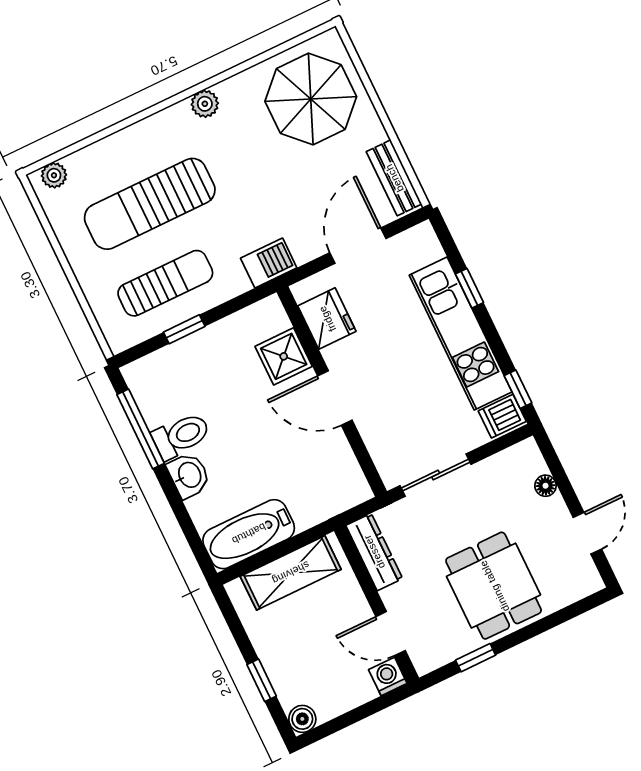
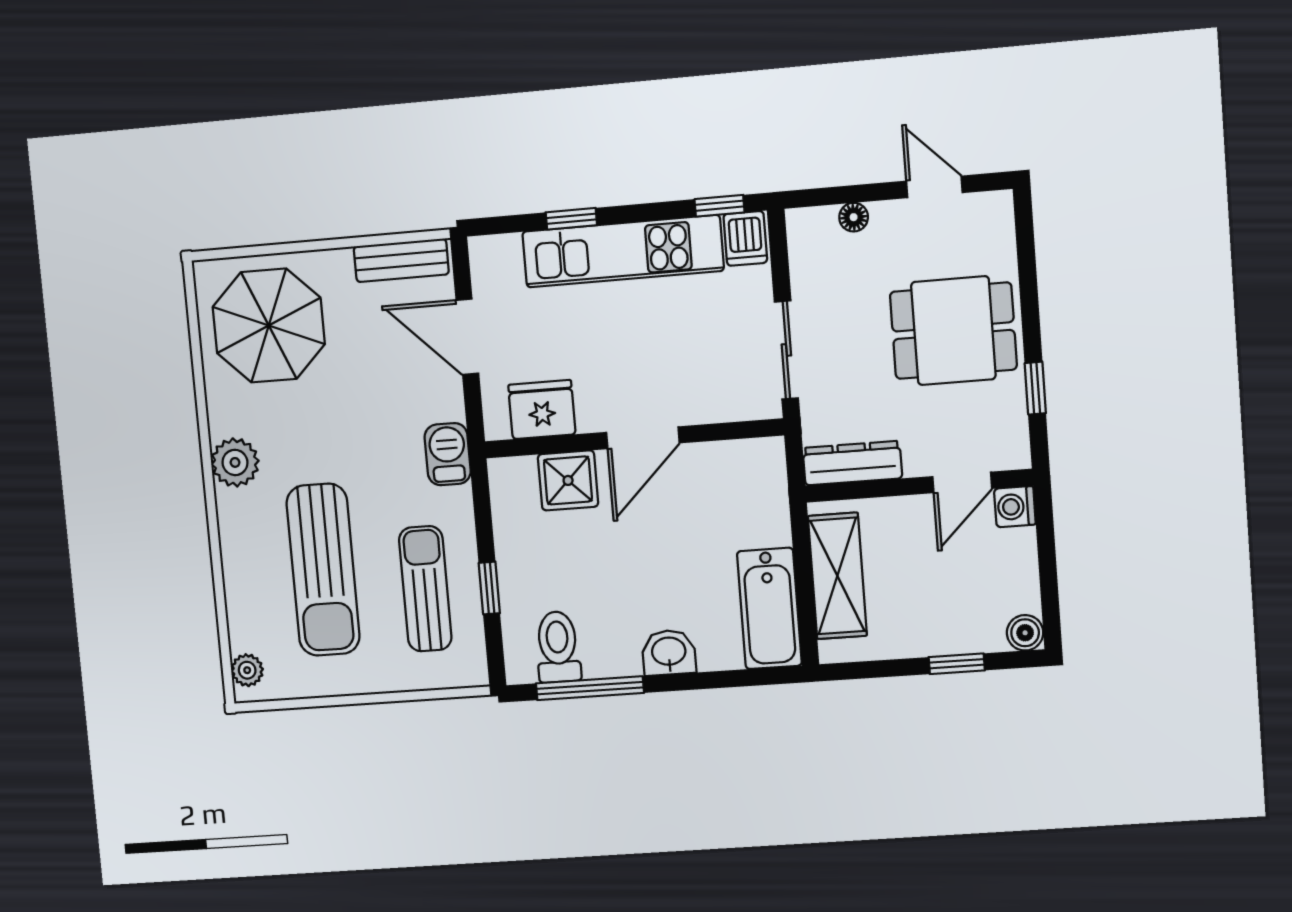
plant: (205, 104) -> (235, 462), width x1.38, depth x1.38
toilet: (181, 436) -> (558, 647), moved

